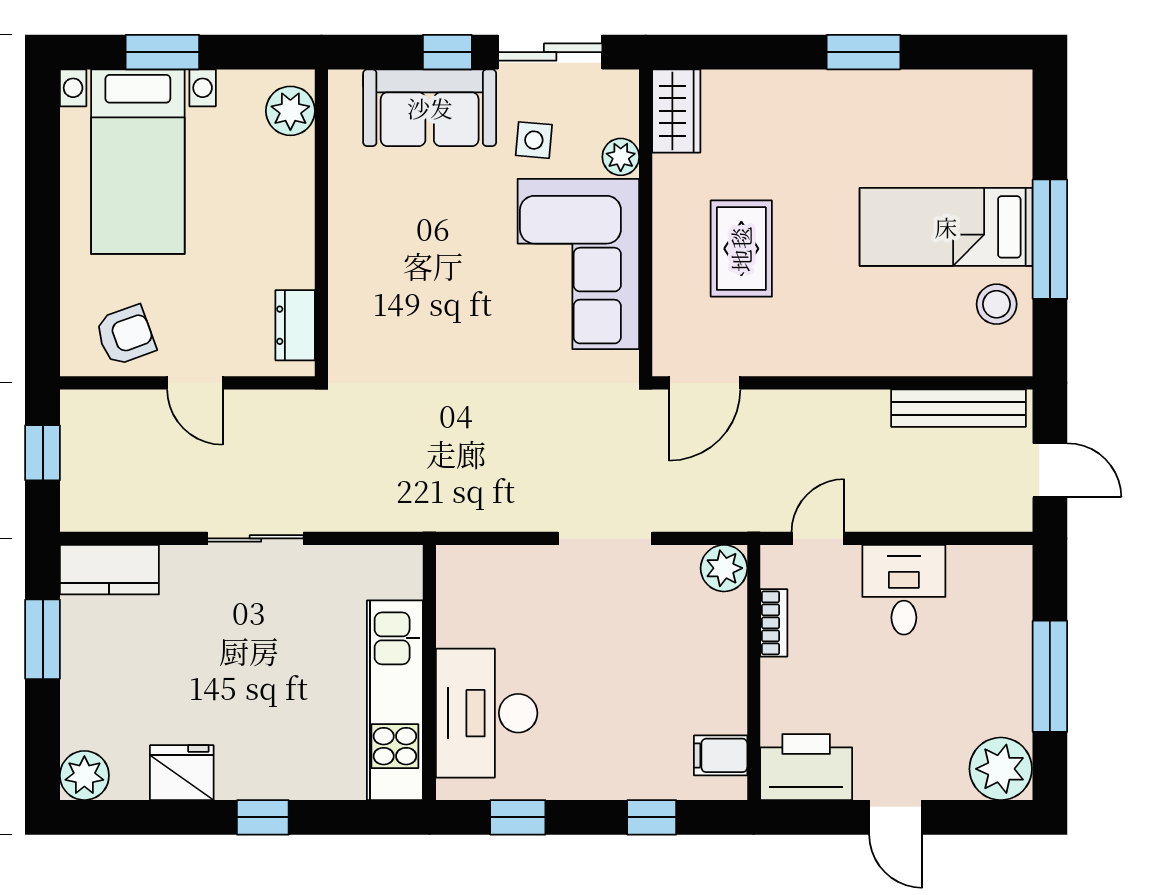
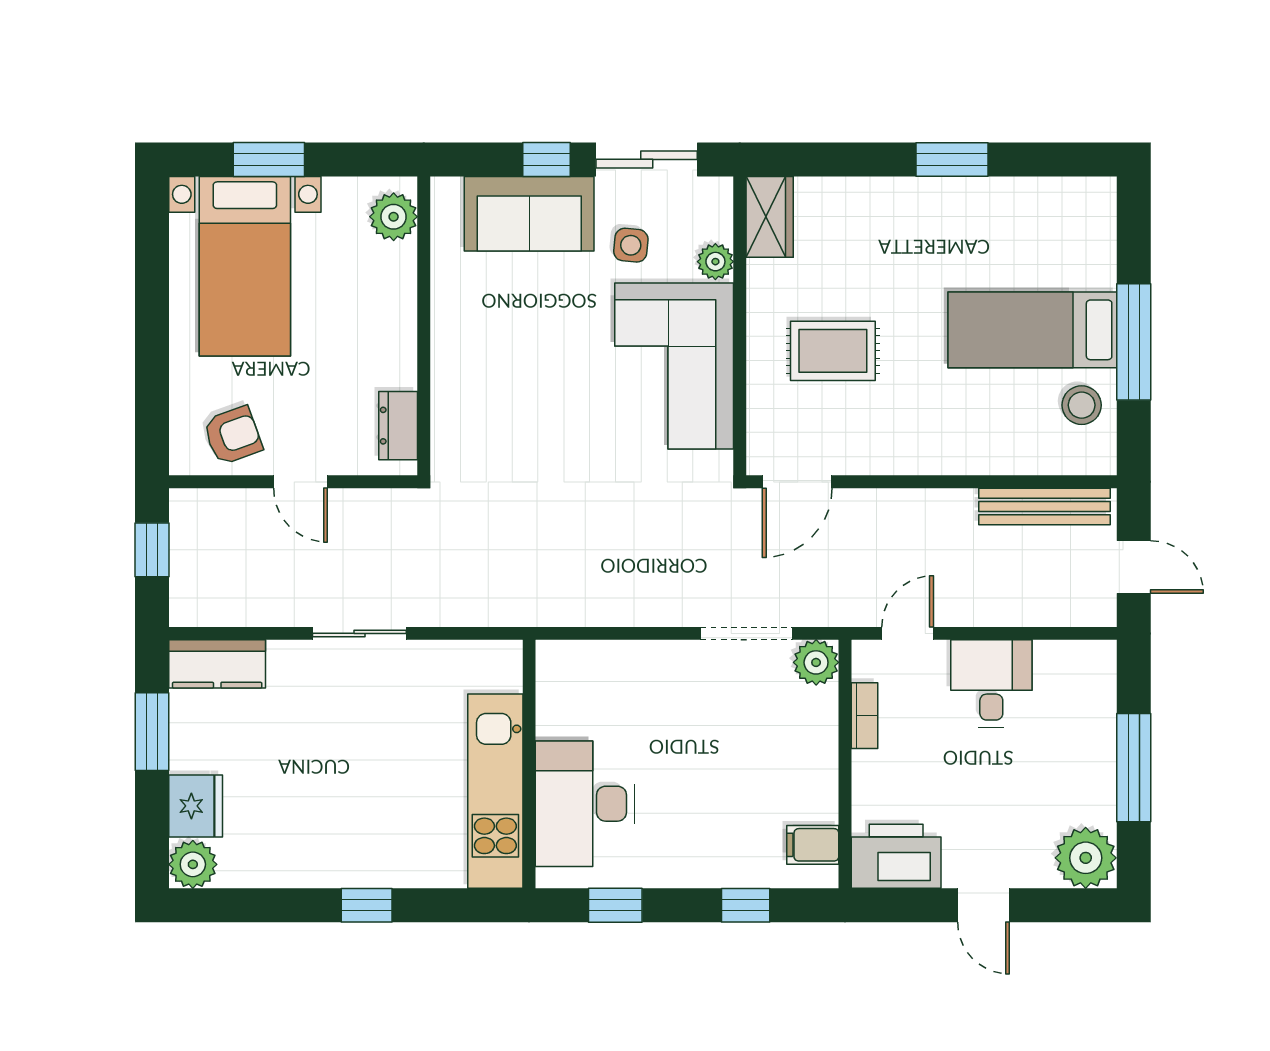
rug: (741, 249) -> (833, 351), turned 90
doorway: (605, 538) -> (747, 633), moved
fridge: (182, 773) -> (196, 806), moved, turned 90

